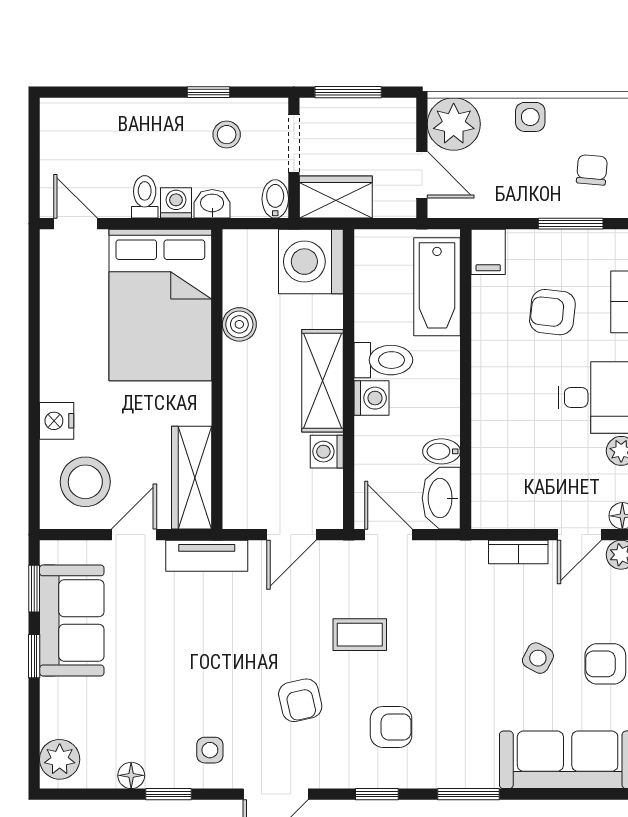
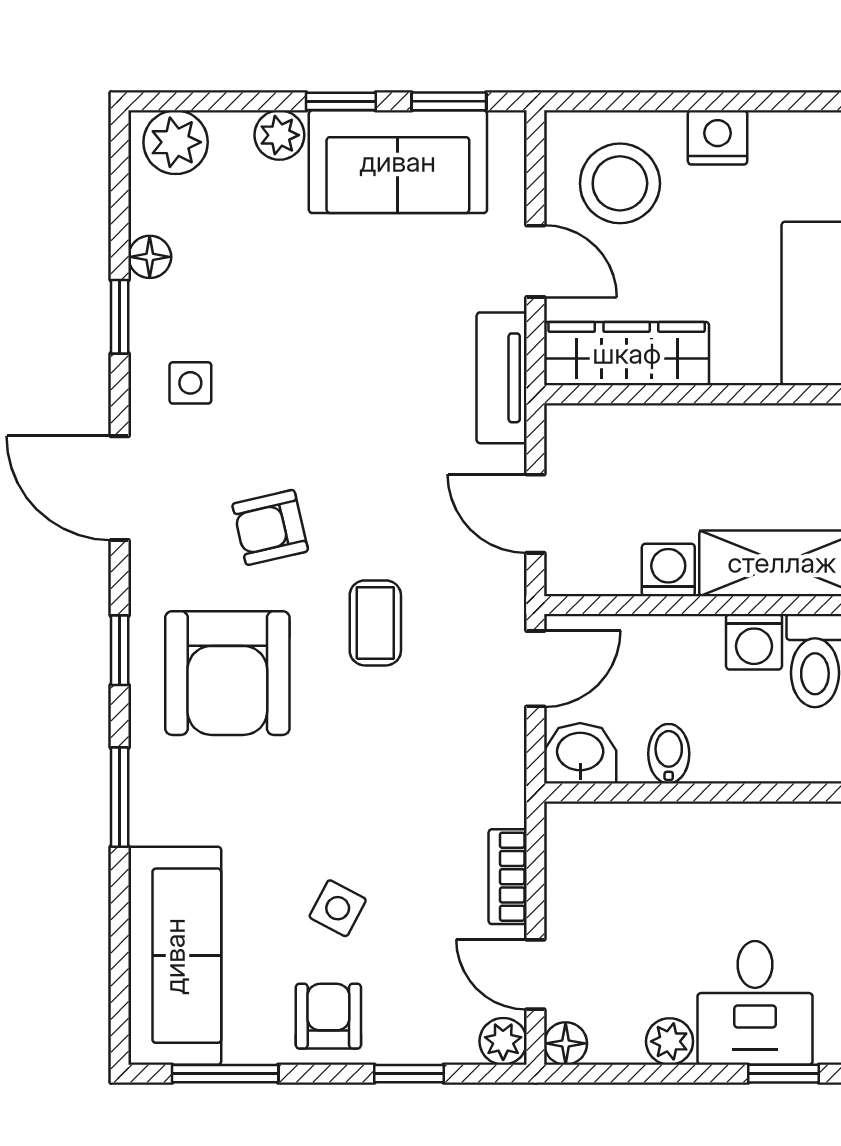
washbasin: (441, 498) -> (580, 753), width x0.72
plant: (55, 694) -> (279, 135), added
armchair: (391, 727) -> (227, 673), width x1.88, depth x1.88

